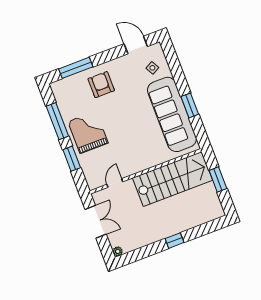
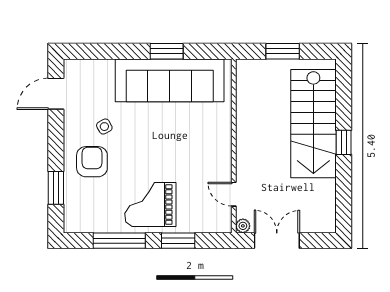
window: (76, 68) -> (56, 188), width x0.69
side table: (152, 68) -> (104, 127), moved
armchair: (101, 85) -> (92, 162), turned 90
stairs: (172, 179) -> (313, 124), moved, turned 180
plant: (118, 251) -> (243, 226), moved

